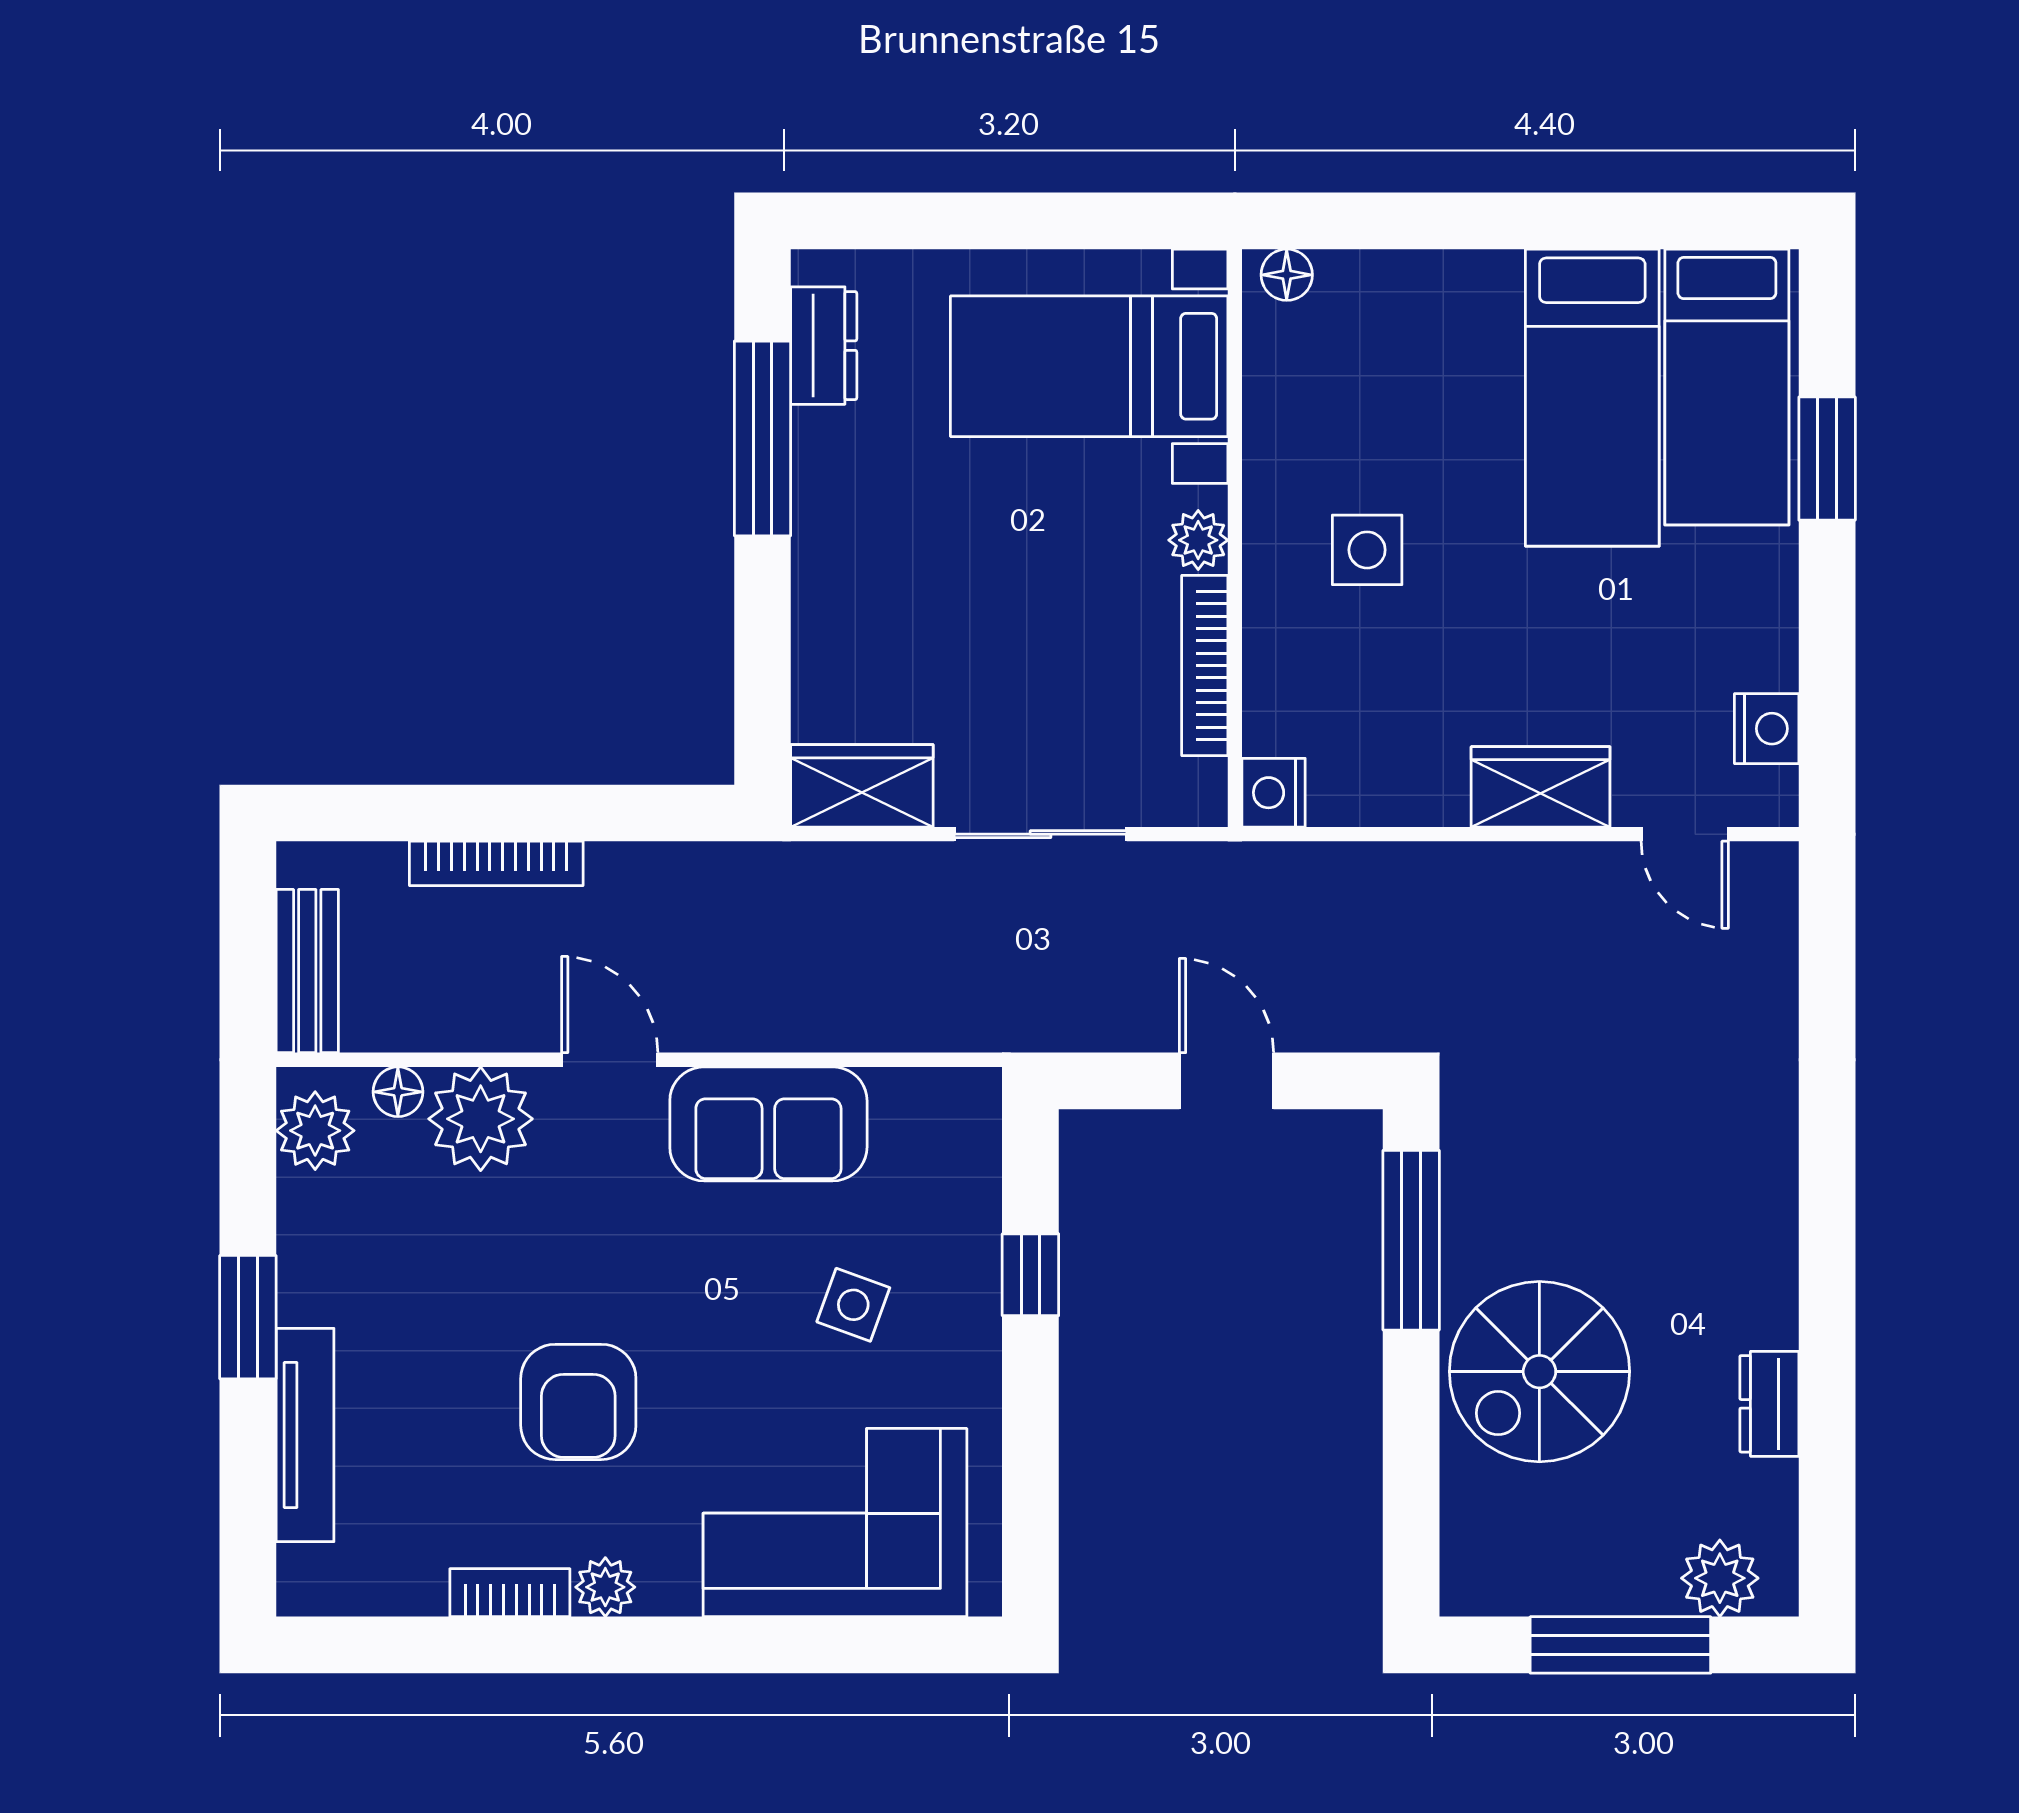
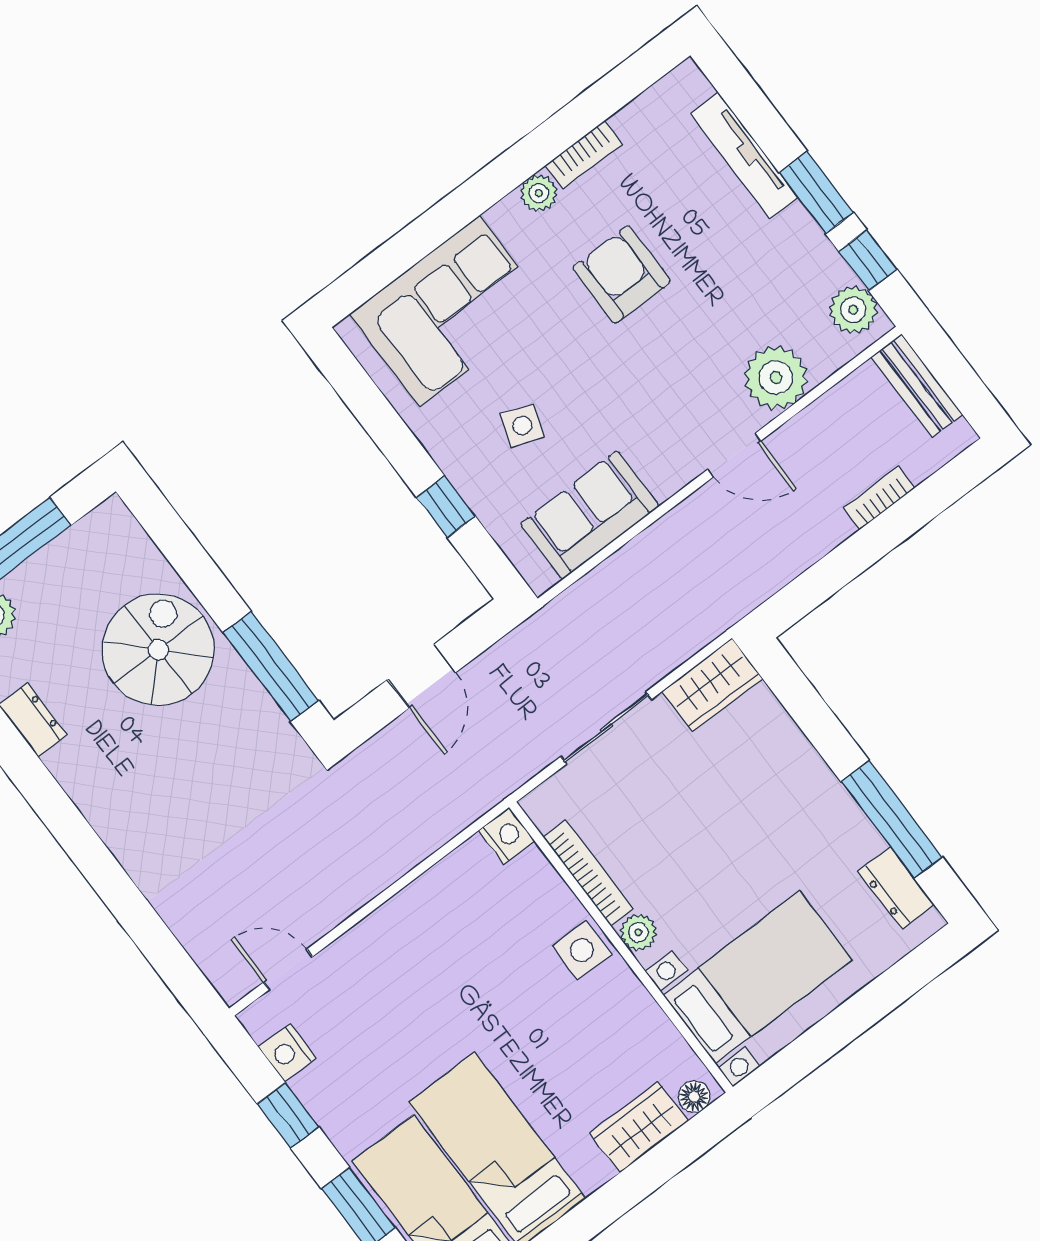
side table: (1367, 550) -> (582, 950), moved
window: (1827, 647) -> (288, 1115), added
wardrobe: (1541, 787) -> (639, 1127), moved, turned 180
bookcase: (496, 863) -> (879, 498), width x0.64
door: (1226, 1081) -> (422, 676), hinge flipped
floor lamp: (398, 1092) -> (827, 360), removed
sofa: (768, 1124) -> (590, 515), moved
window: (248, 1180) -> (868, 260), added

